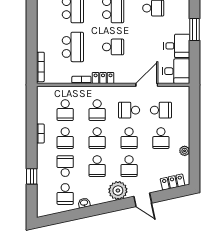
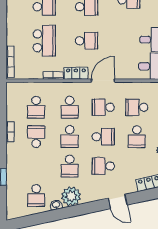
door: (147, 85) -> (103, 81), moved
school desk: (161, 110) -> (137, 107), turned 180
school desk: (65, 138) -> (36, 137), turned 180
school desk: (129, 138) -> (103, 137), turned -90
school desk: (65, 166) -> (36, 166), removed
school desk: (129, 166) -> (103, 166), turned 90
plant: (118, 191) -> (71, 196), moved

